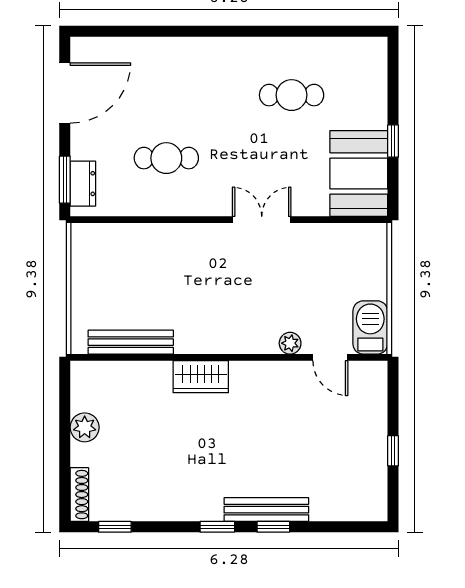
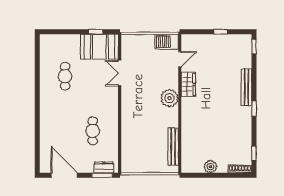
window: (393, 141) -> (95, 32), moved
double door: (262, 220) -> (120, 73), moved
plant: (290, 343) -> (169, 98), moved, width x1.88, depth x1.88
wardrobe: (201, 377) -> (188, 84), moved
window: (273, 527) -> (254, 46), moved

